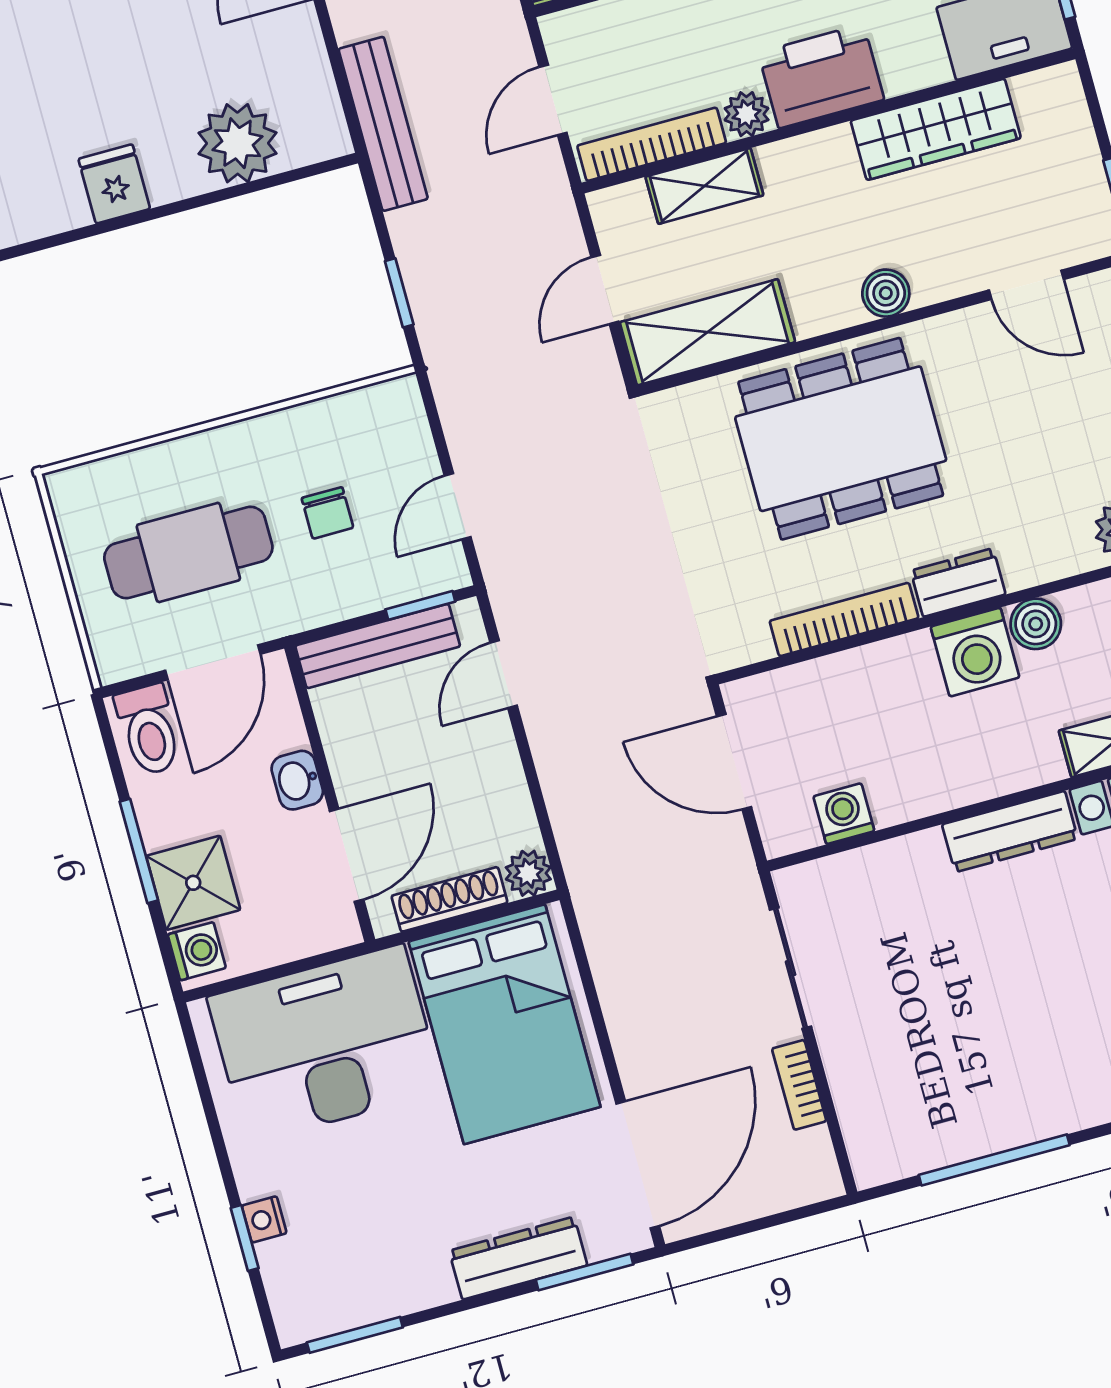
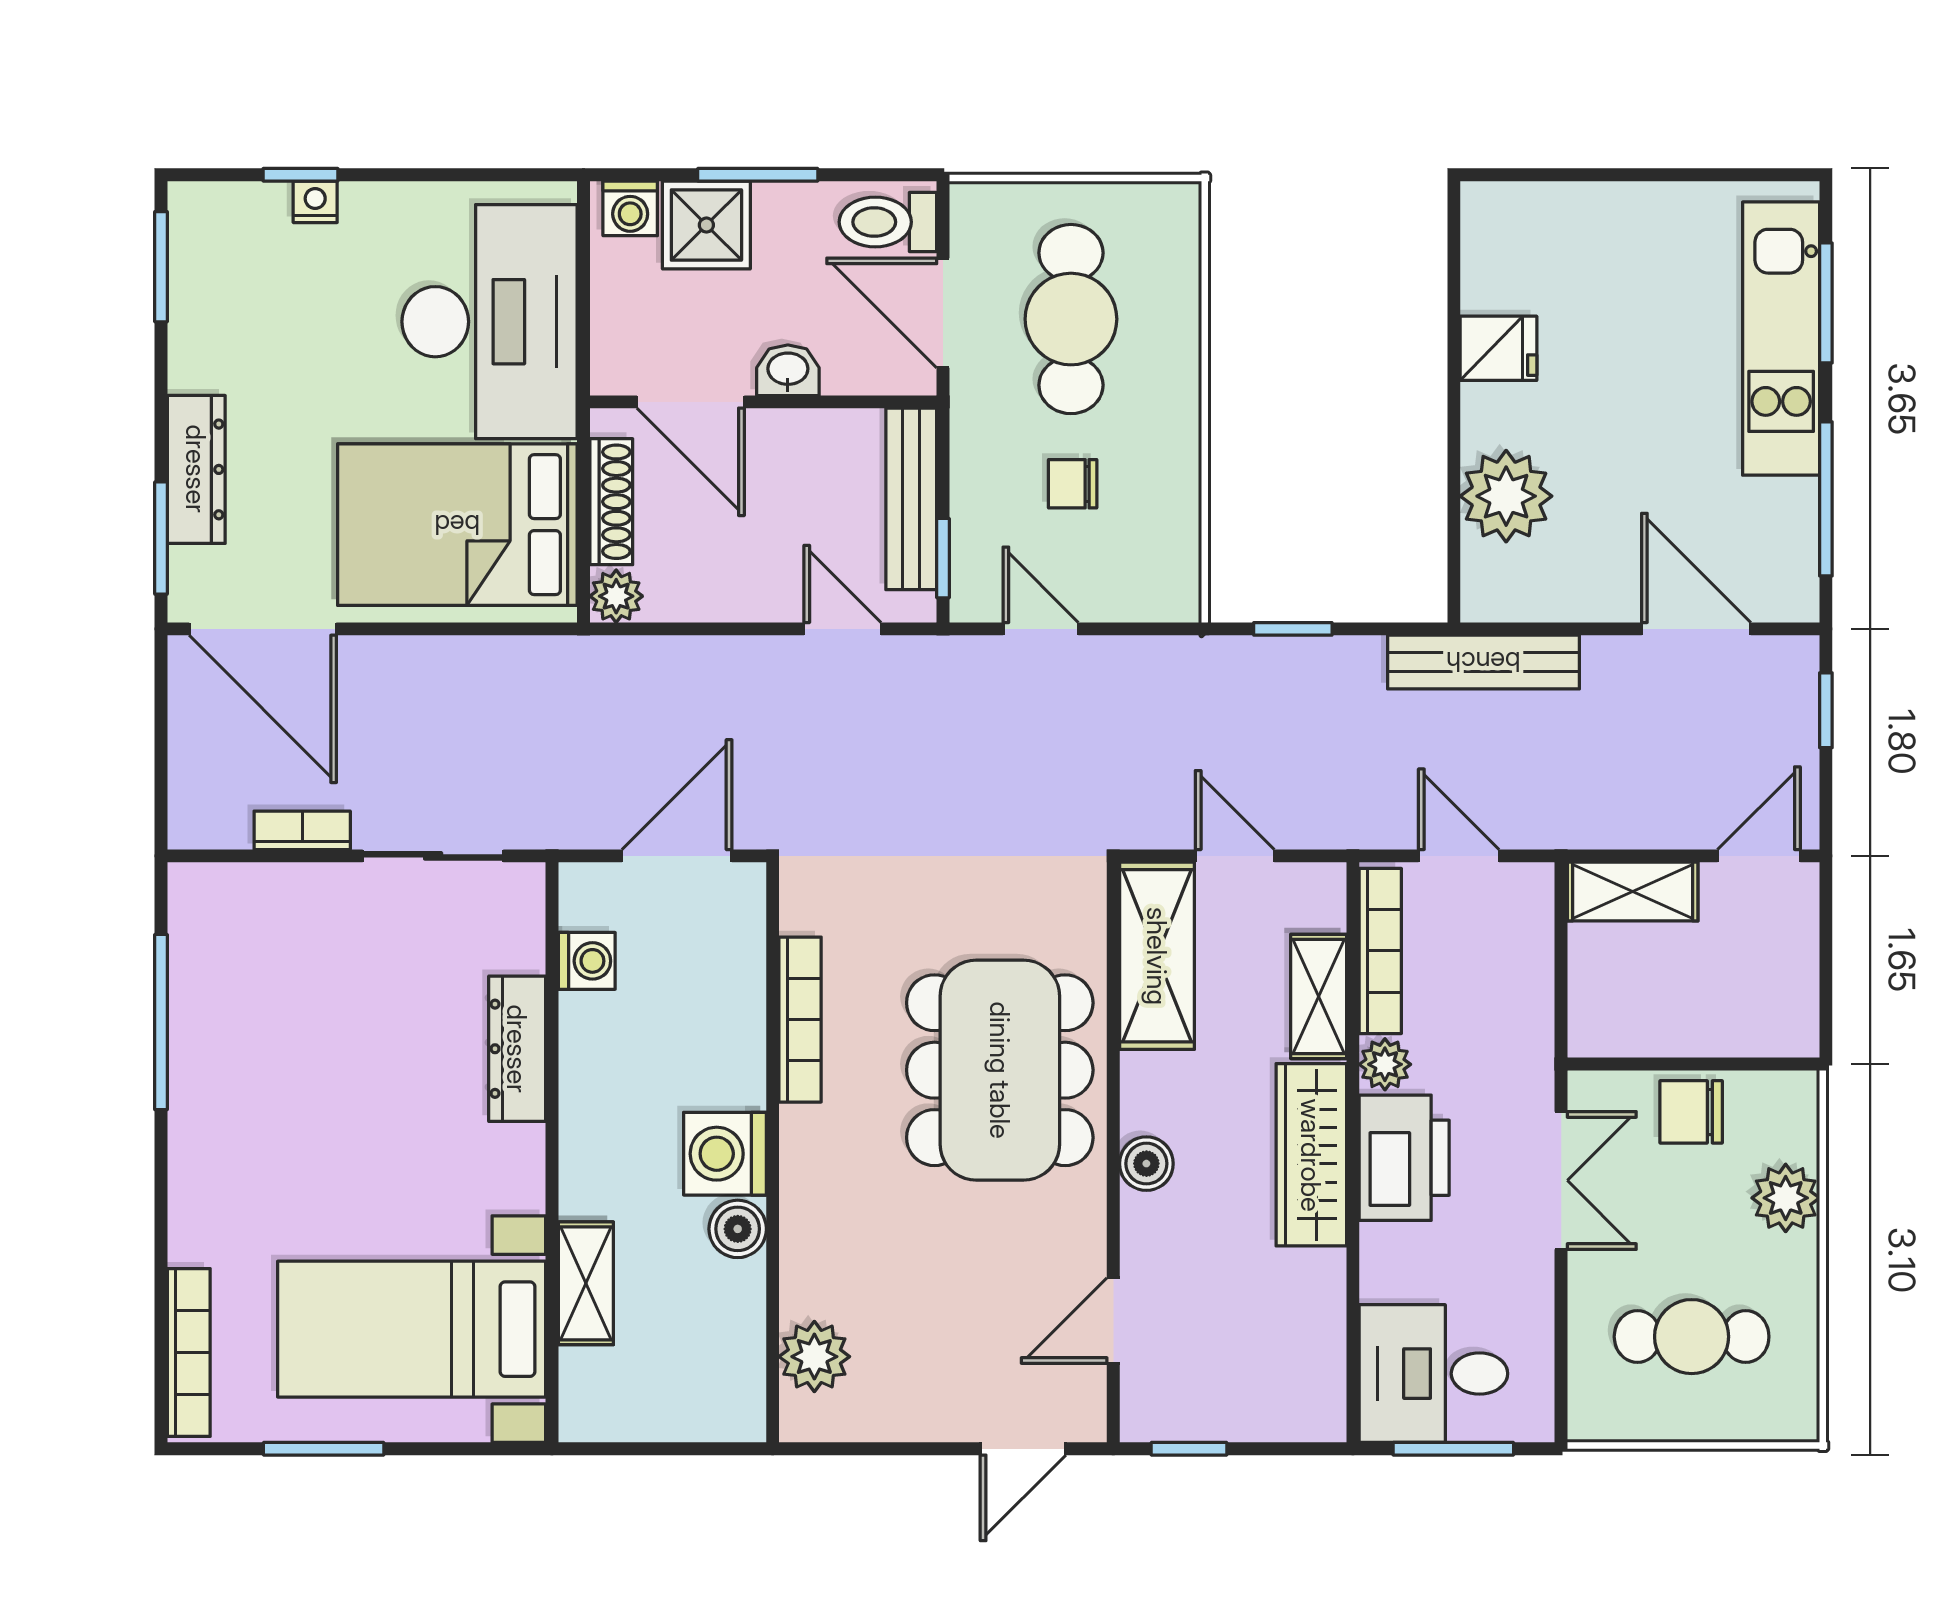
wardrobe: (936, 129) -> (1311, 1155), moved
dresser: (958, 583) -> (806, 1156), removed
dresser: (1010, 832) -> (517, 1049), moved

